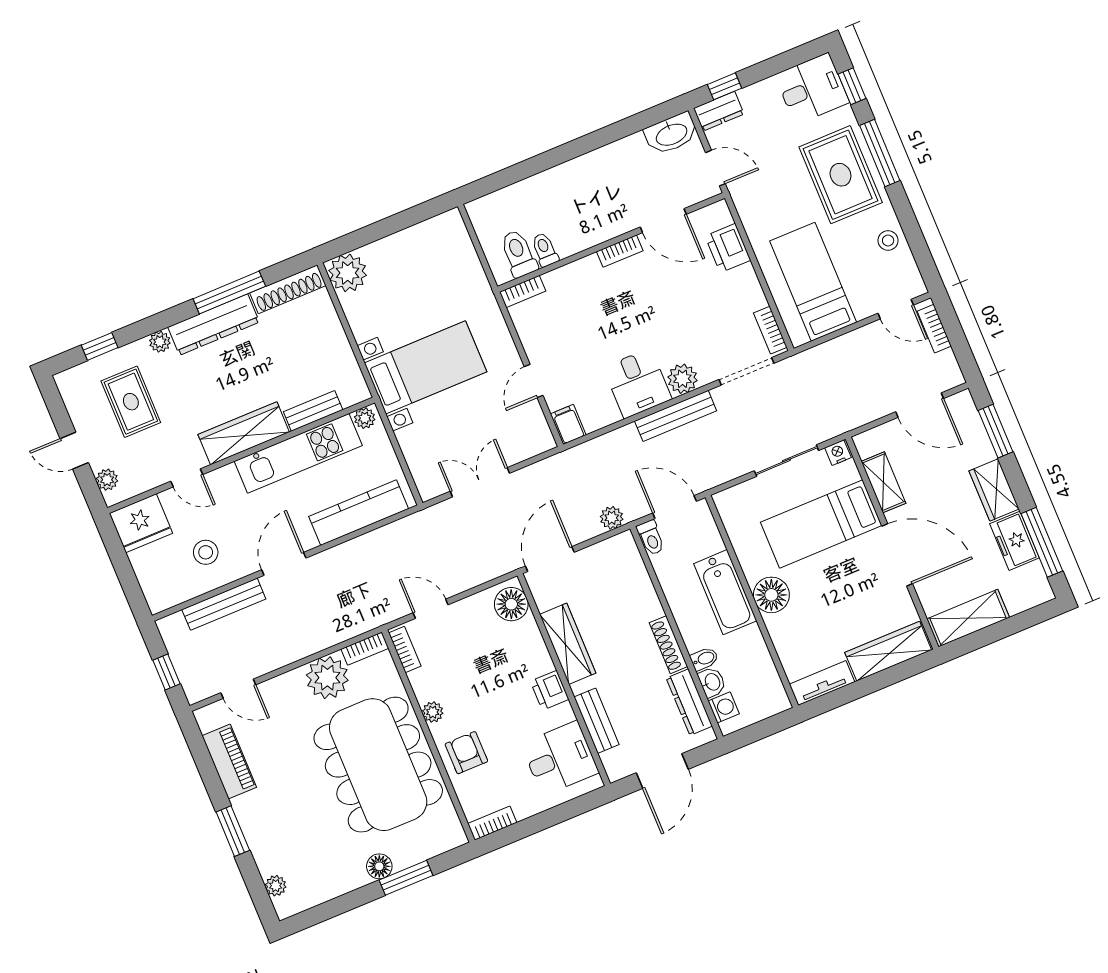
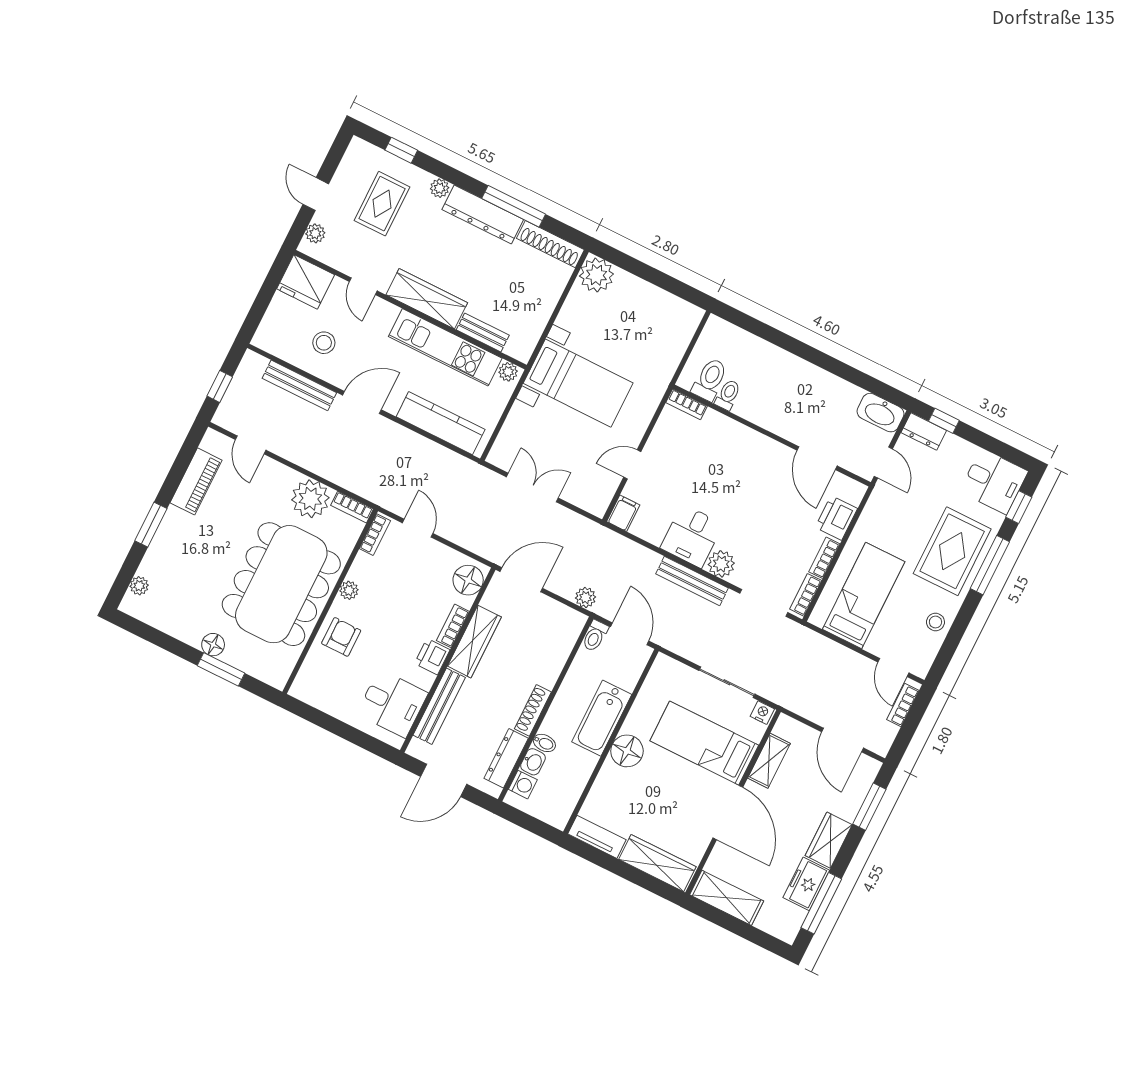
bookcase: (620, 251) -> (824, 558), moved, turned 90
bench: (596, 721) -> (439, 706), width x1.36
bookcase: (492, 823) -> (453, 626), moved, turned -90

